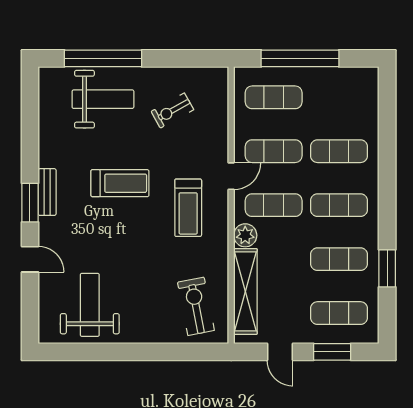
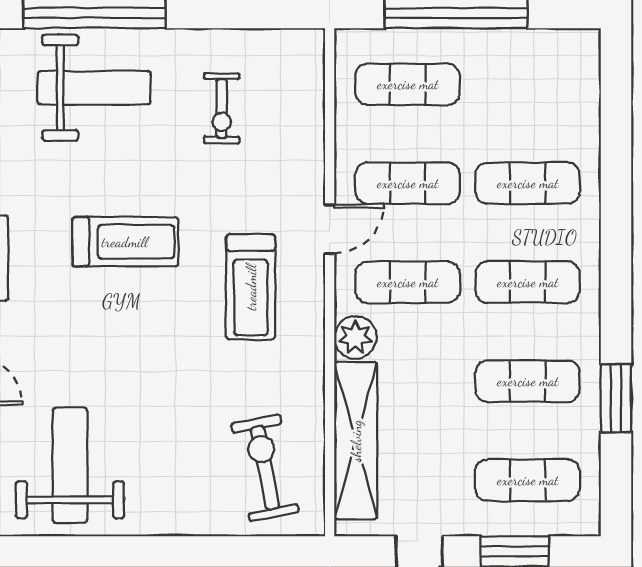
exercise bike: (172, 111) -> (222, 108), turned -61

